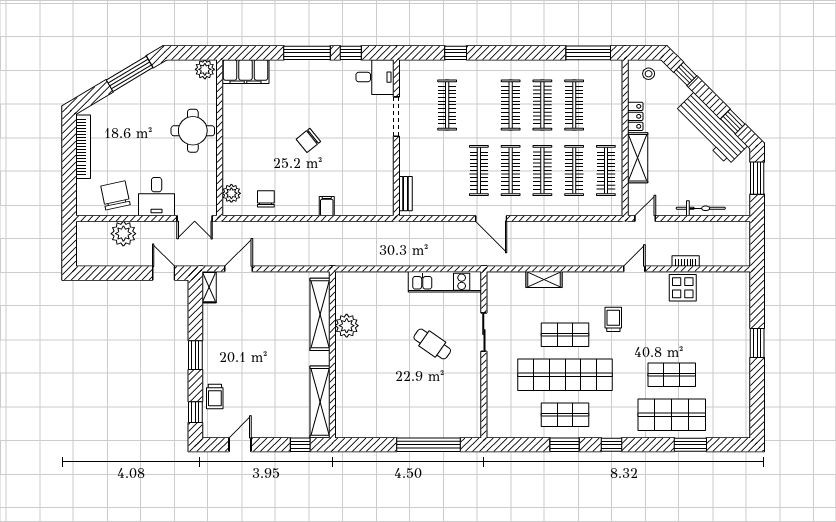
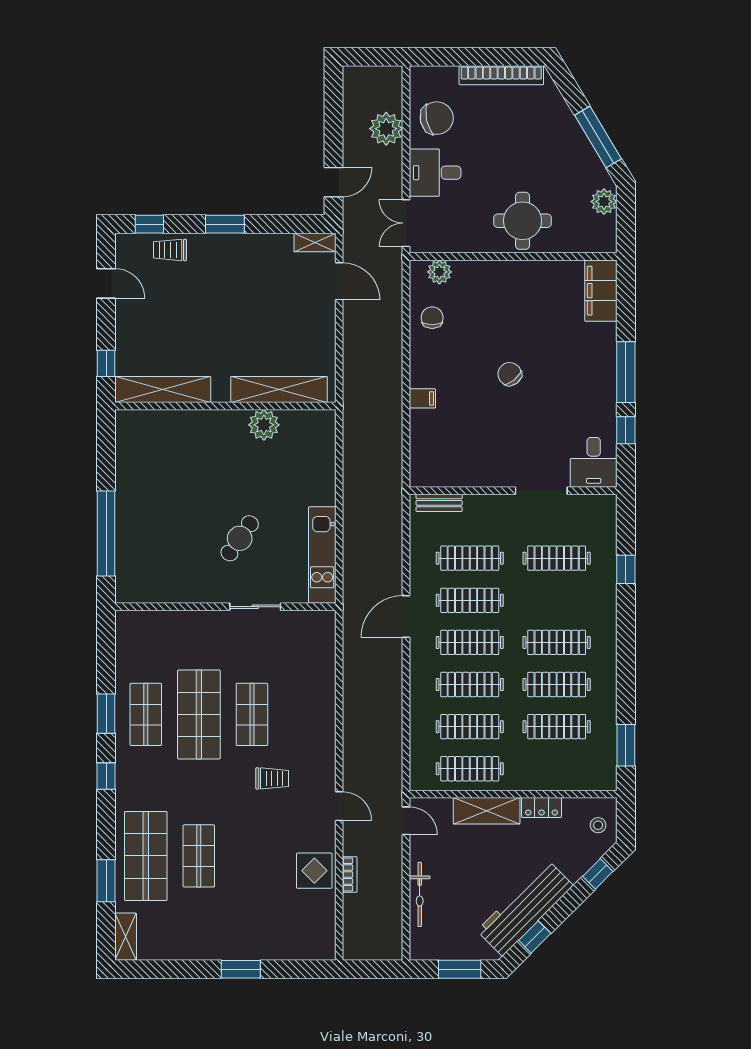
window: (588, 53) -> (626, 745), width x0.69
plant: (205, 69) -> (604, 202), moved
clothes rail: (447, 171) -> (470, 558), added
chair: (266, 199) -> (432, 318), turned -90
shelving: (544, 280) -> (126, 937), moved
shop shelf: (565, 375) -> (199, 714), width x0.71

